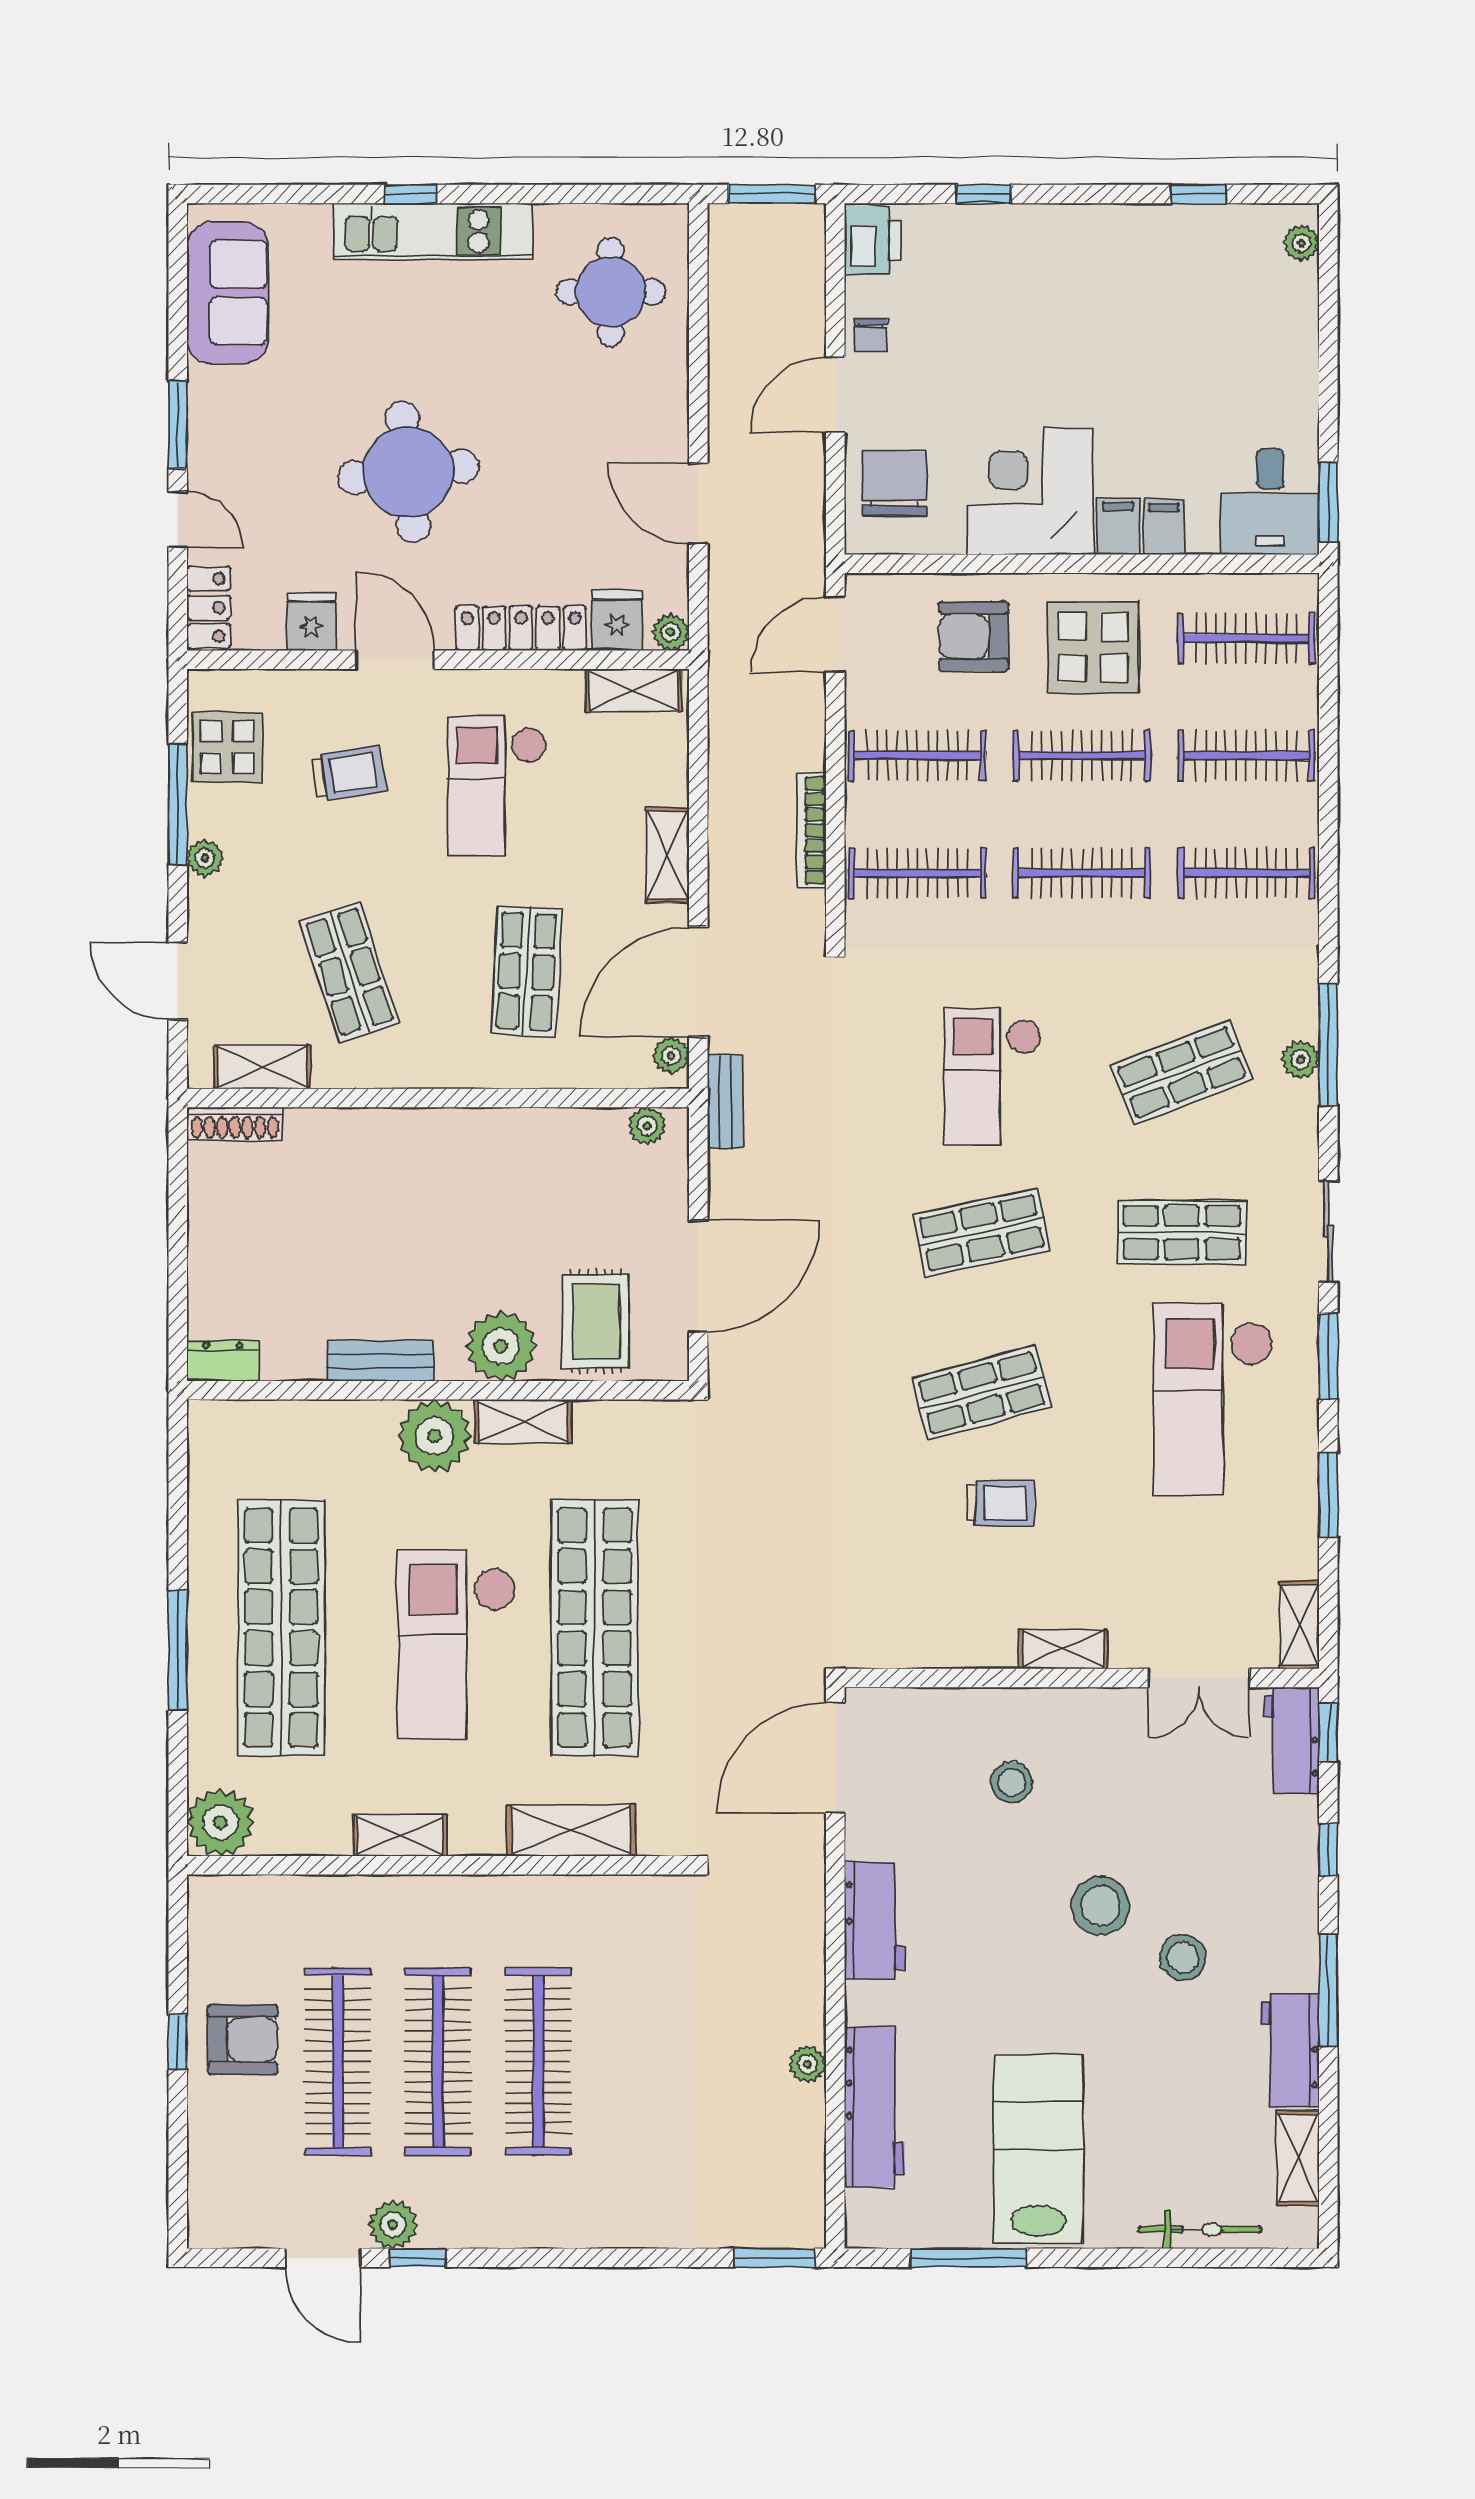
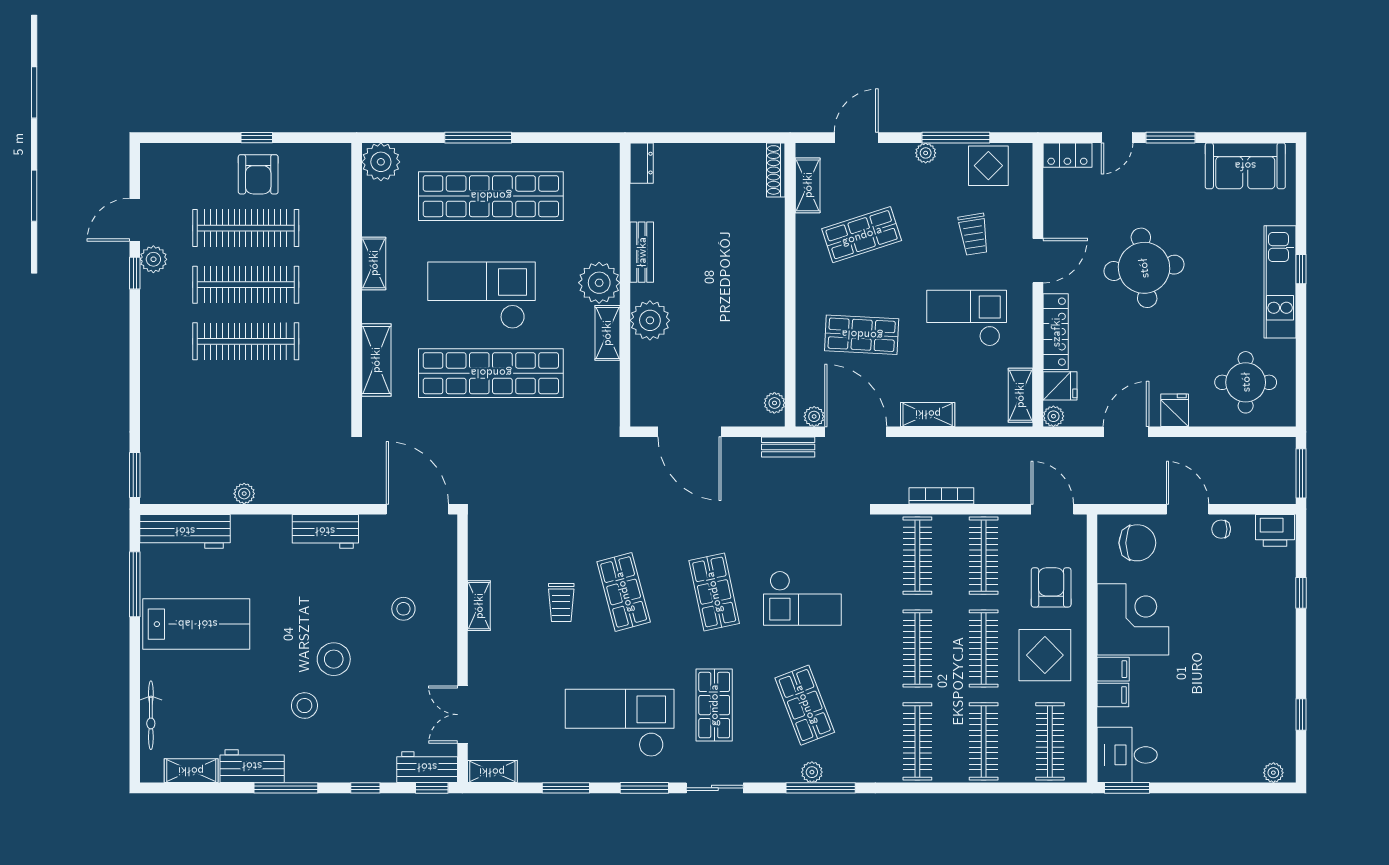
fridge: (311, 622) -> (1175, 410), moved, turned -90
checkout: (993, 1076) -> (802, 598), turned 180
rug: (596, 1321) -> (664, 374), removed
shelving: (1063, 1649) -> (479, 606), moved
workbench: (874, 2107) -> (185, 531), moved

